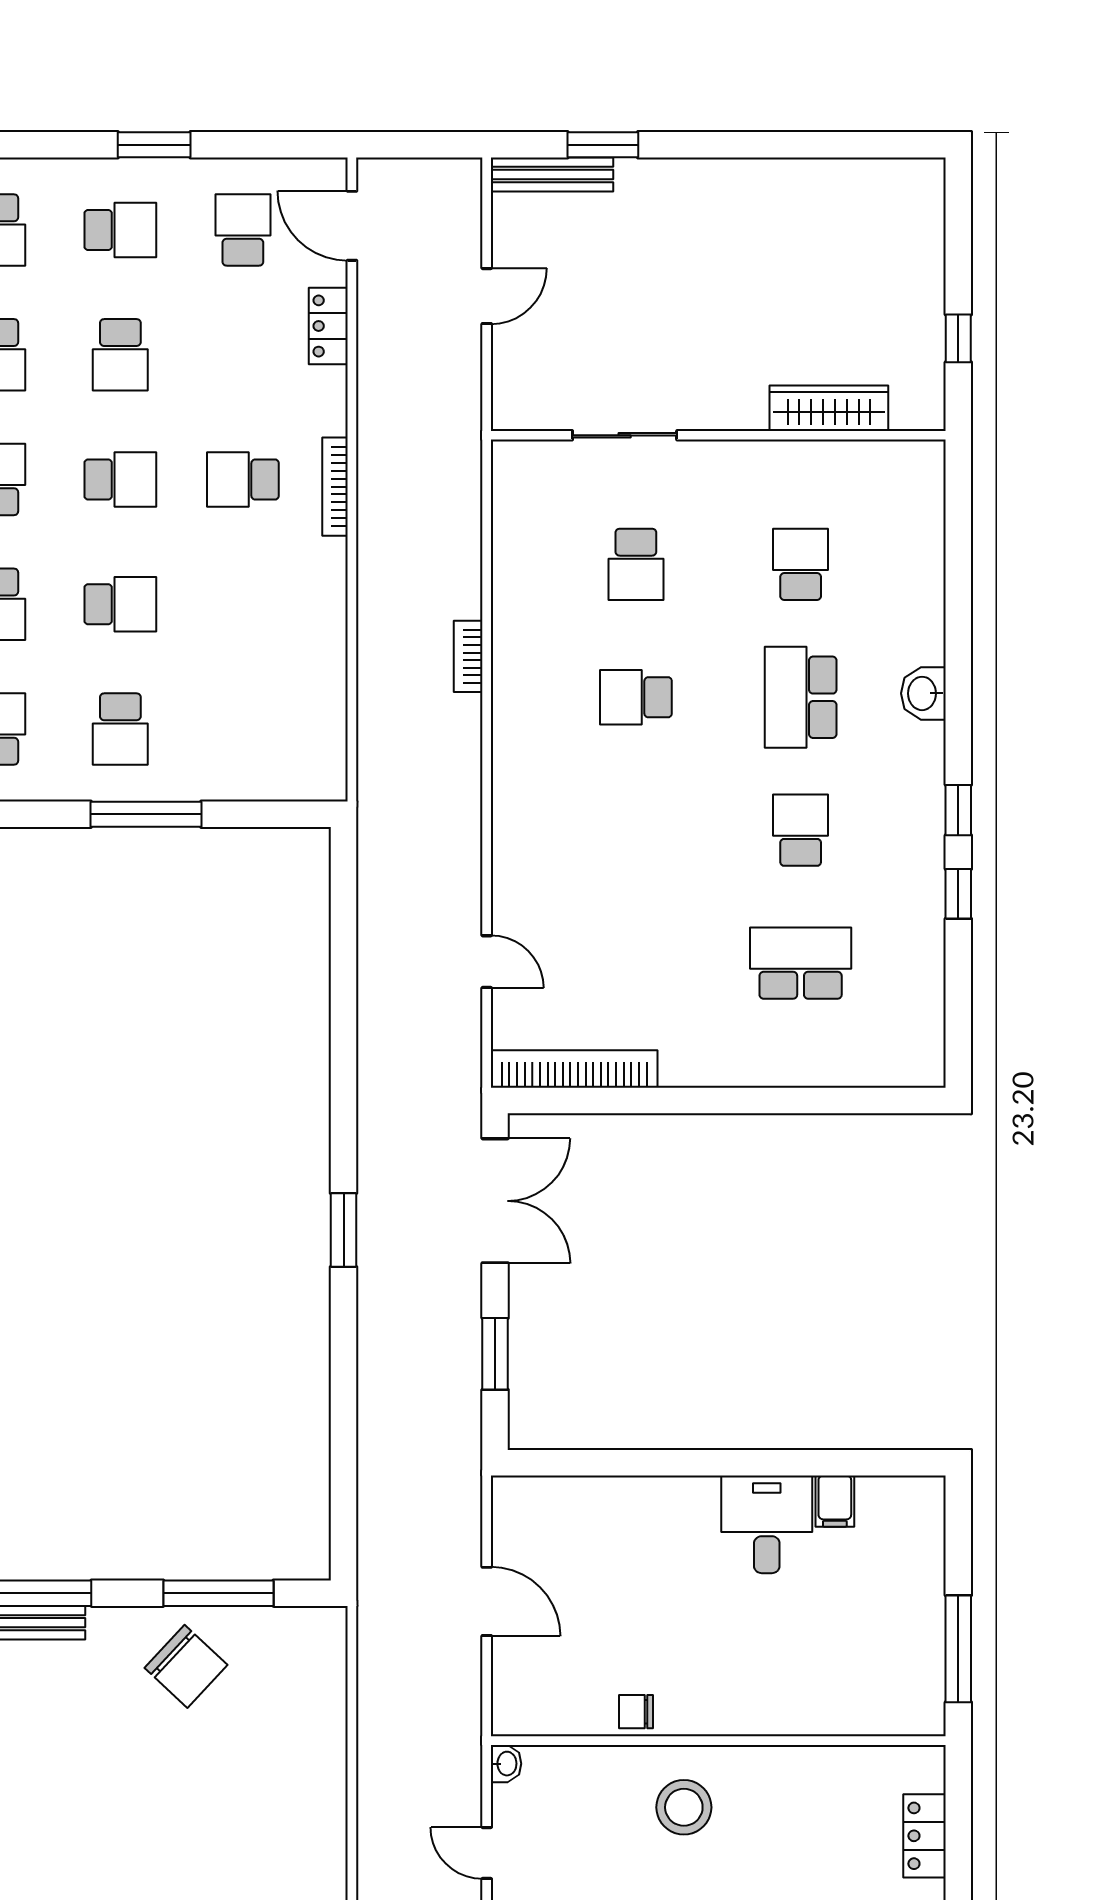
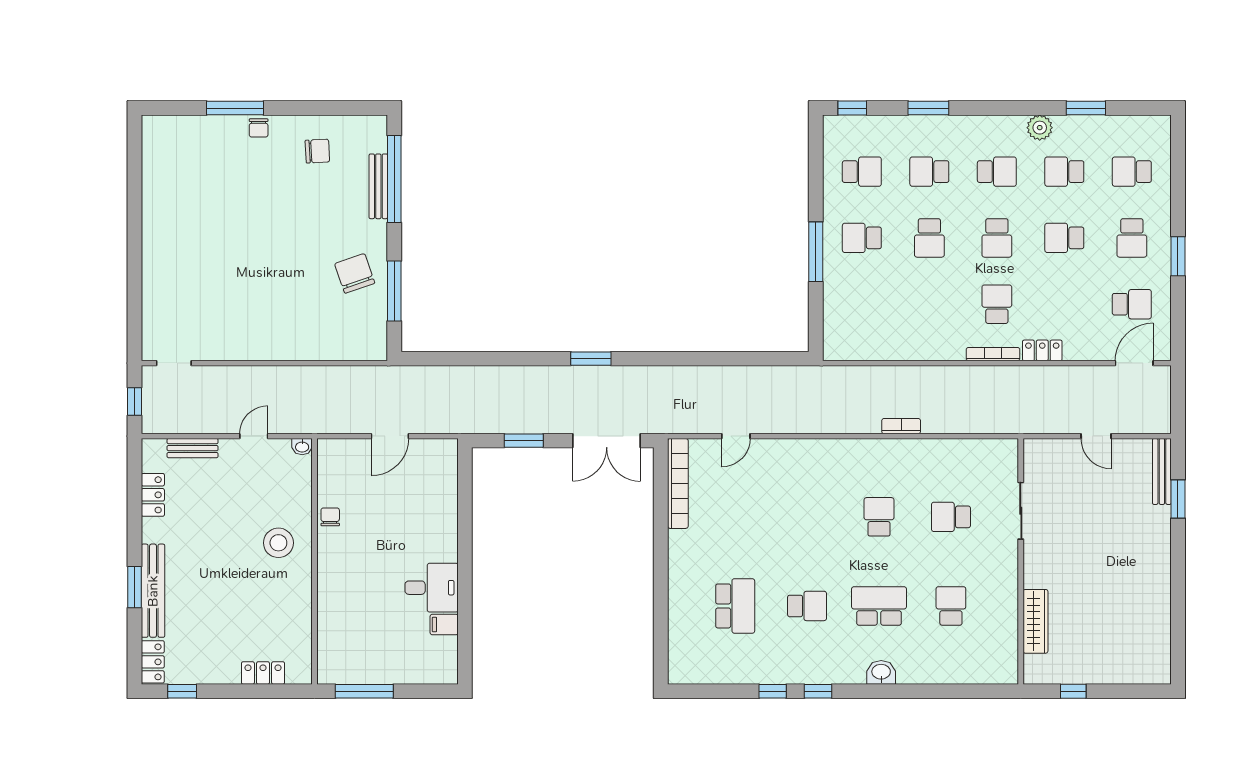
locker: (328, 326) -> (1042, 350), moved
school desk: (801, 564) -> (951, 606), turned -90
chair: (186, 1666) -> (355, 273), turned 118

